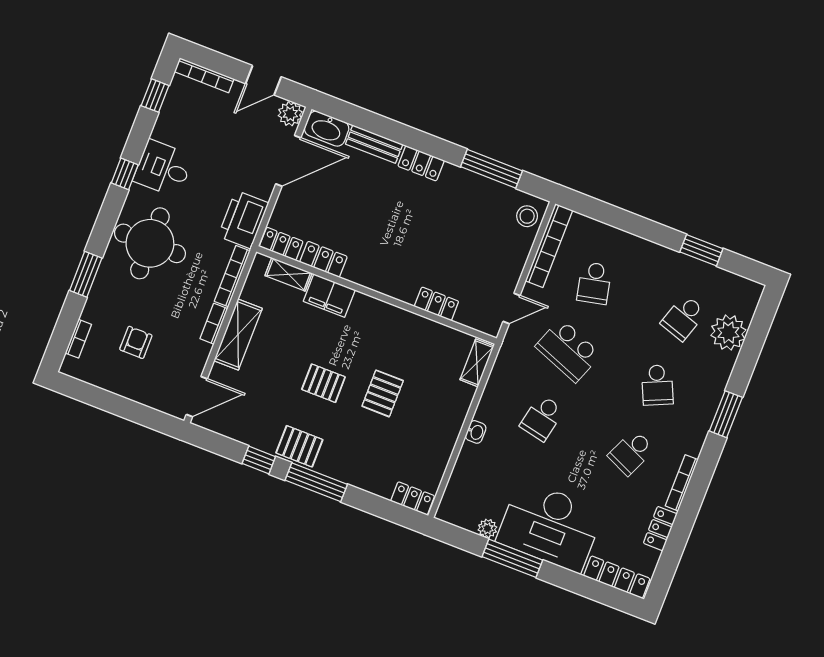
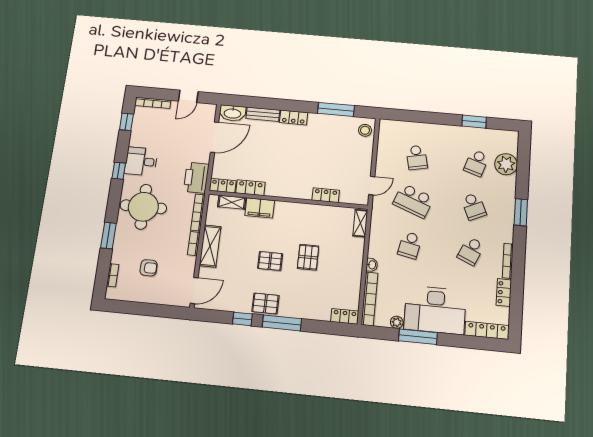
plant: (290, 114) -> (209, 111), removed
bookcase: (549, 246) -> (369, 299), moved
armchair: (136, 342) -> (149, 268), turned 90

